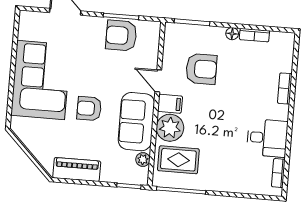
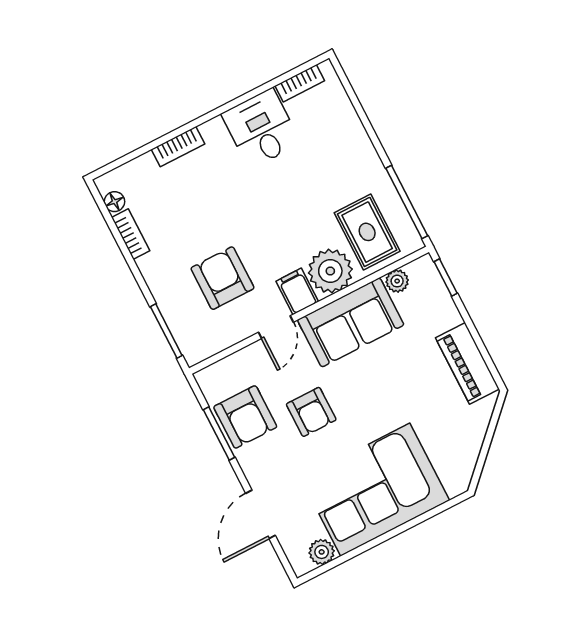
plant: (26, 32) -> (322, 552), added
floor lamp: (232, 34) -> (115, 202), moved
armchair: (89, 108) -> (311, 412), moved

